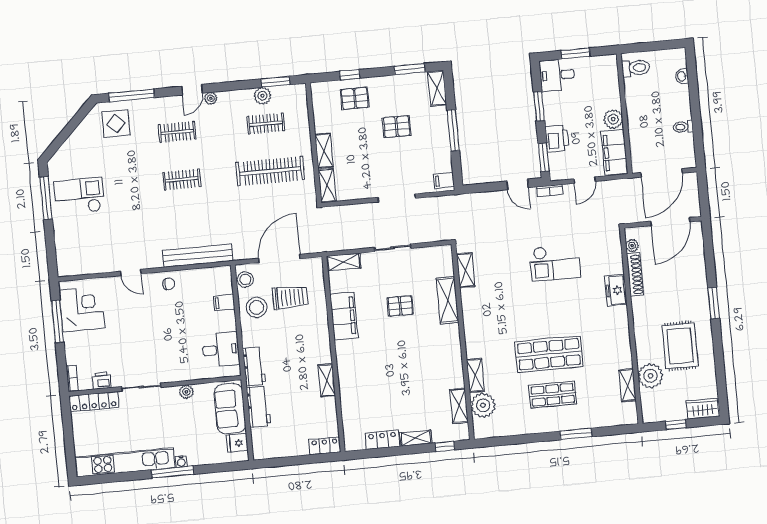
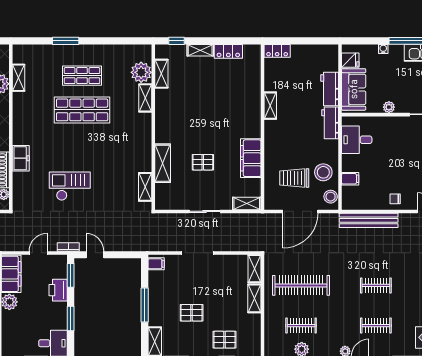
water cooler: (181, 462) -> (383, 49), moved

